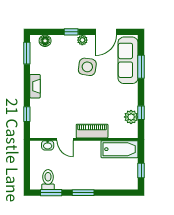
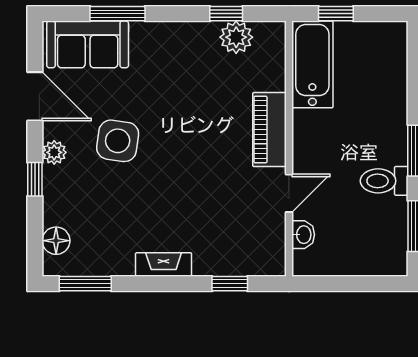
sofa: (128, 60) -> (88, 44), width x0.73
window: (141, 170) -> (336, 14), moved
toilet: (48, 180) -> (384, 181), moved

